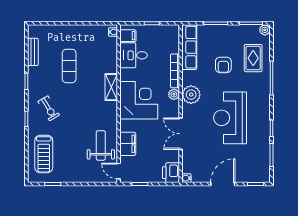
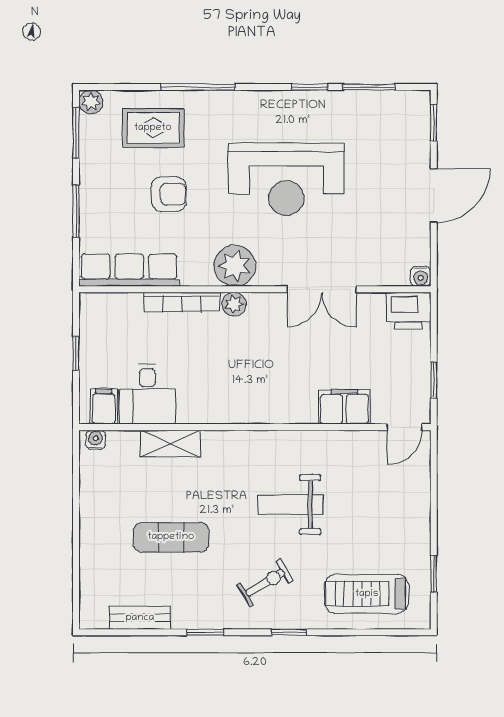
shelving: (111, 87) -> (170, 444), moved
corner desk: (139, 100) -> (247, 382), removed
weight bench: (101, 145) -> (290, 505), moved
treadmill: (44, 154) -> (367, 594), turned 180
door: (223, 184) -> (434, 196), swing flipped

